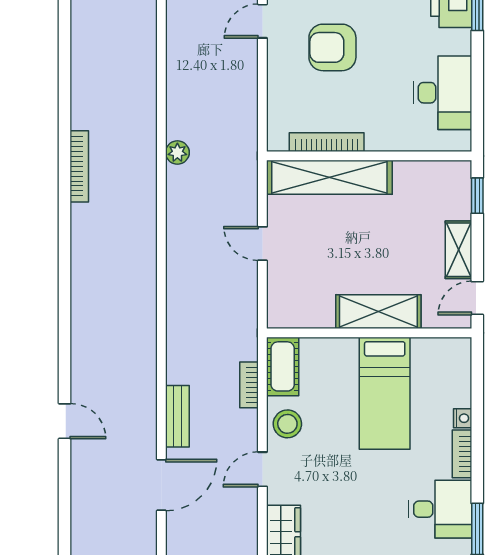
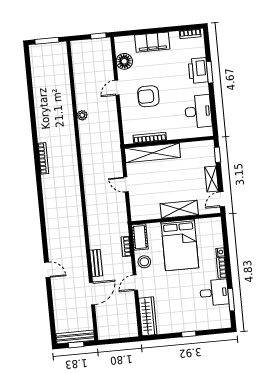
plant: (177, 153) -> (82, 115), moved
bed: (385, 393) -> (180, 245), width x1.50

